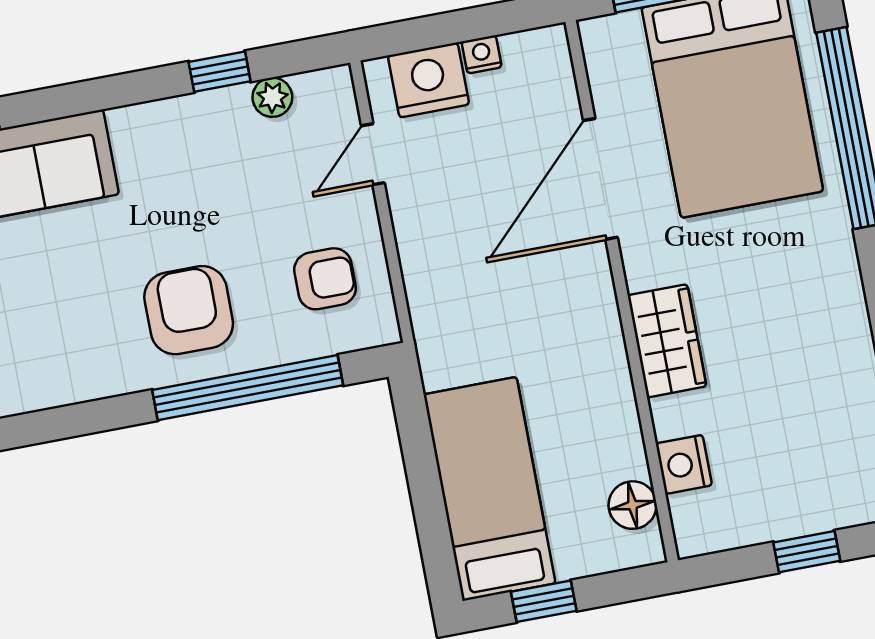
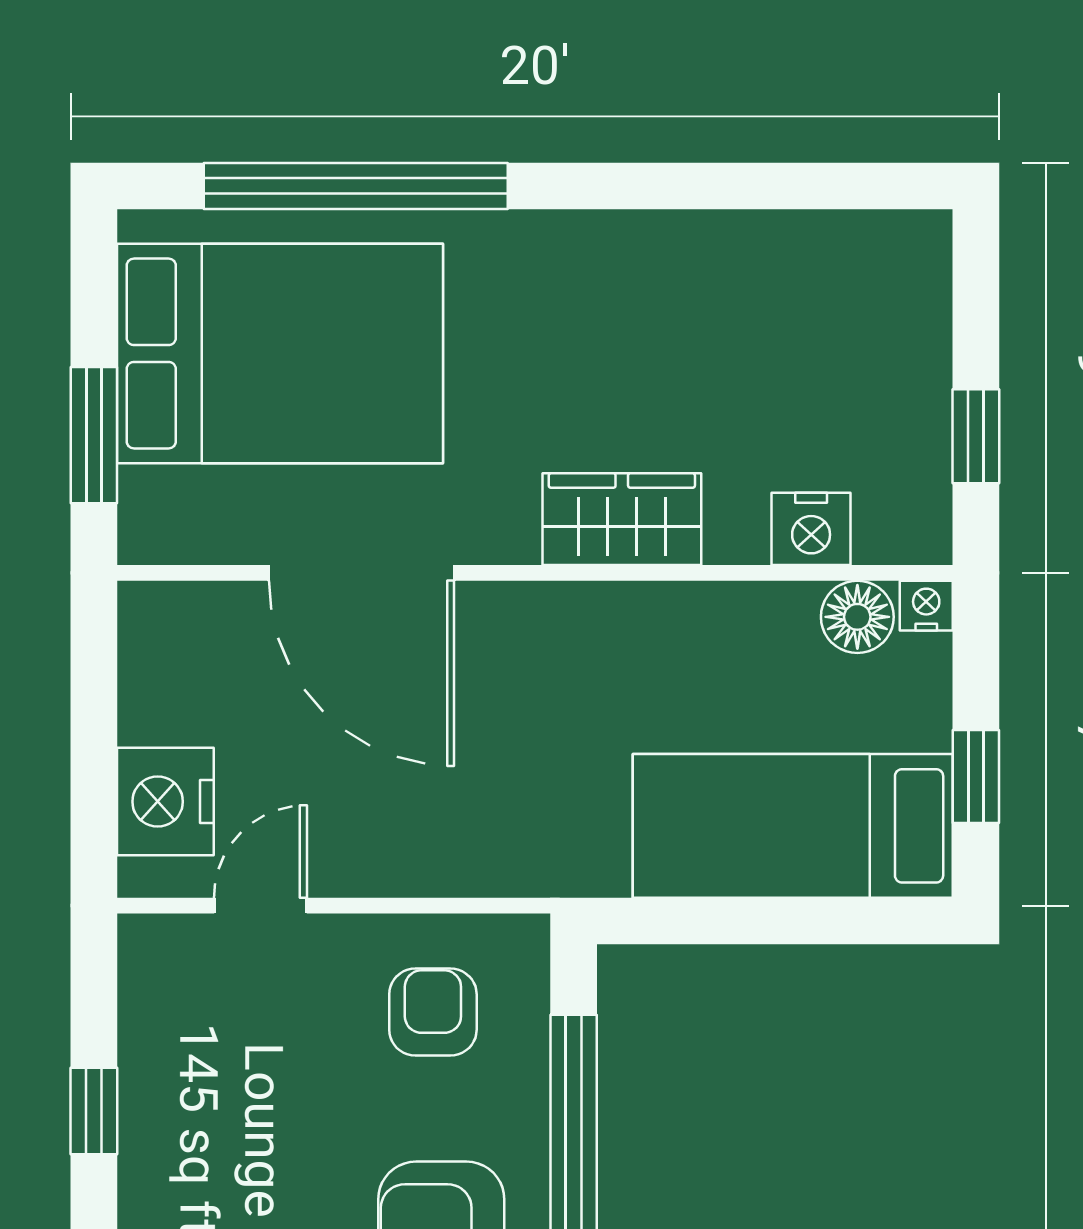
nightstand: (482, 54) -> (926, 606), moved, turned 90
plant: (272, 97) -> (147, 1039), removed
door: (373, 154) -> (260, 906), swing flipped
window: (807, 552) -> (976, 436), moved

